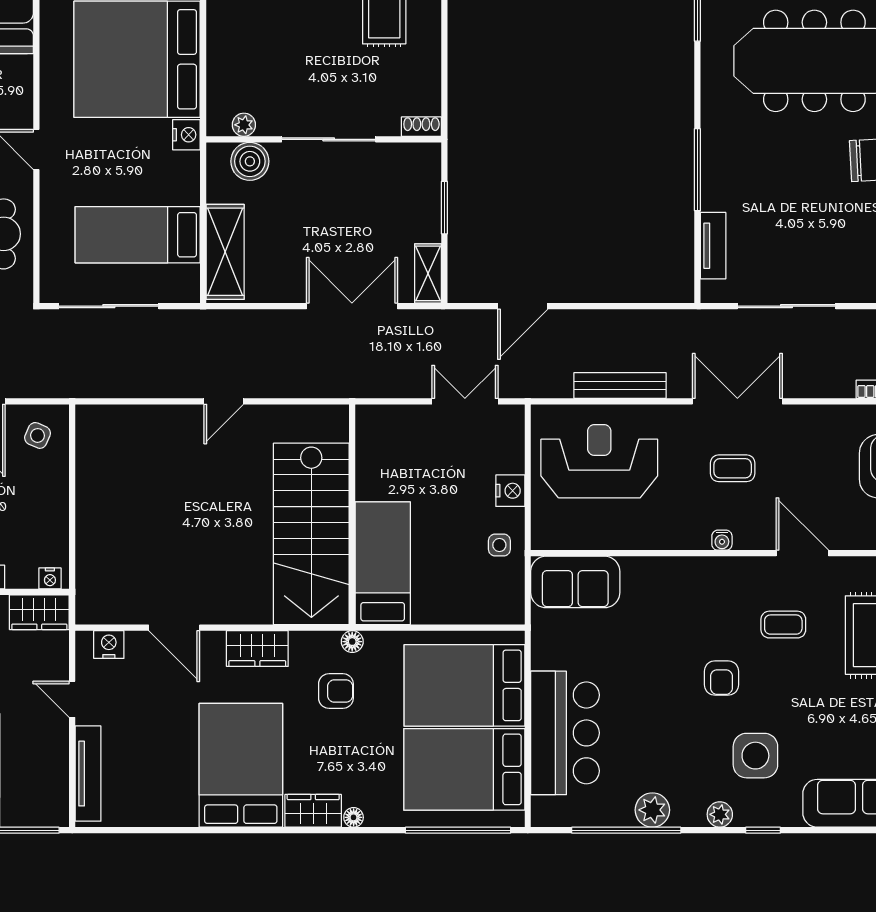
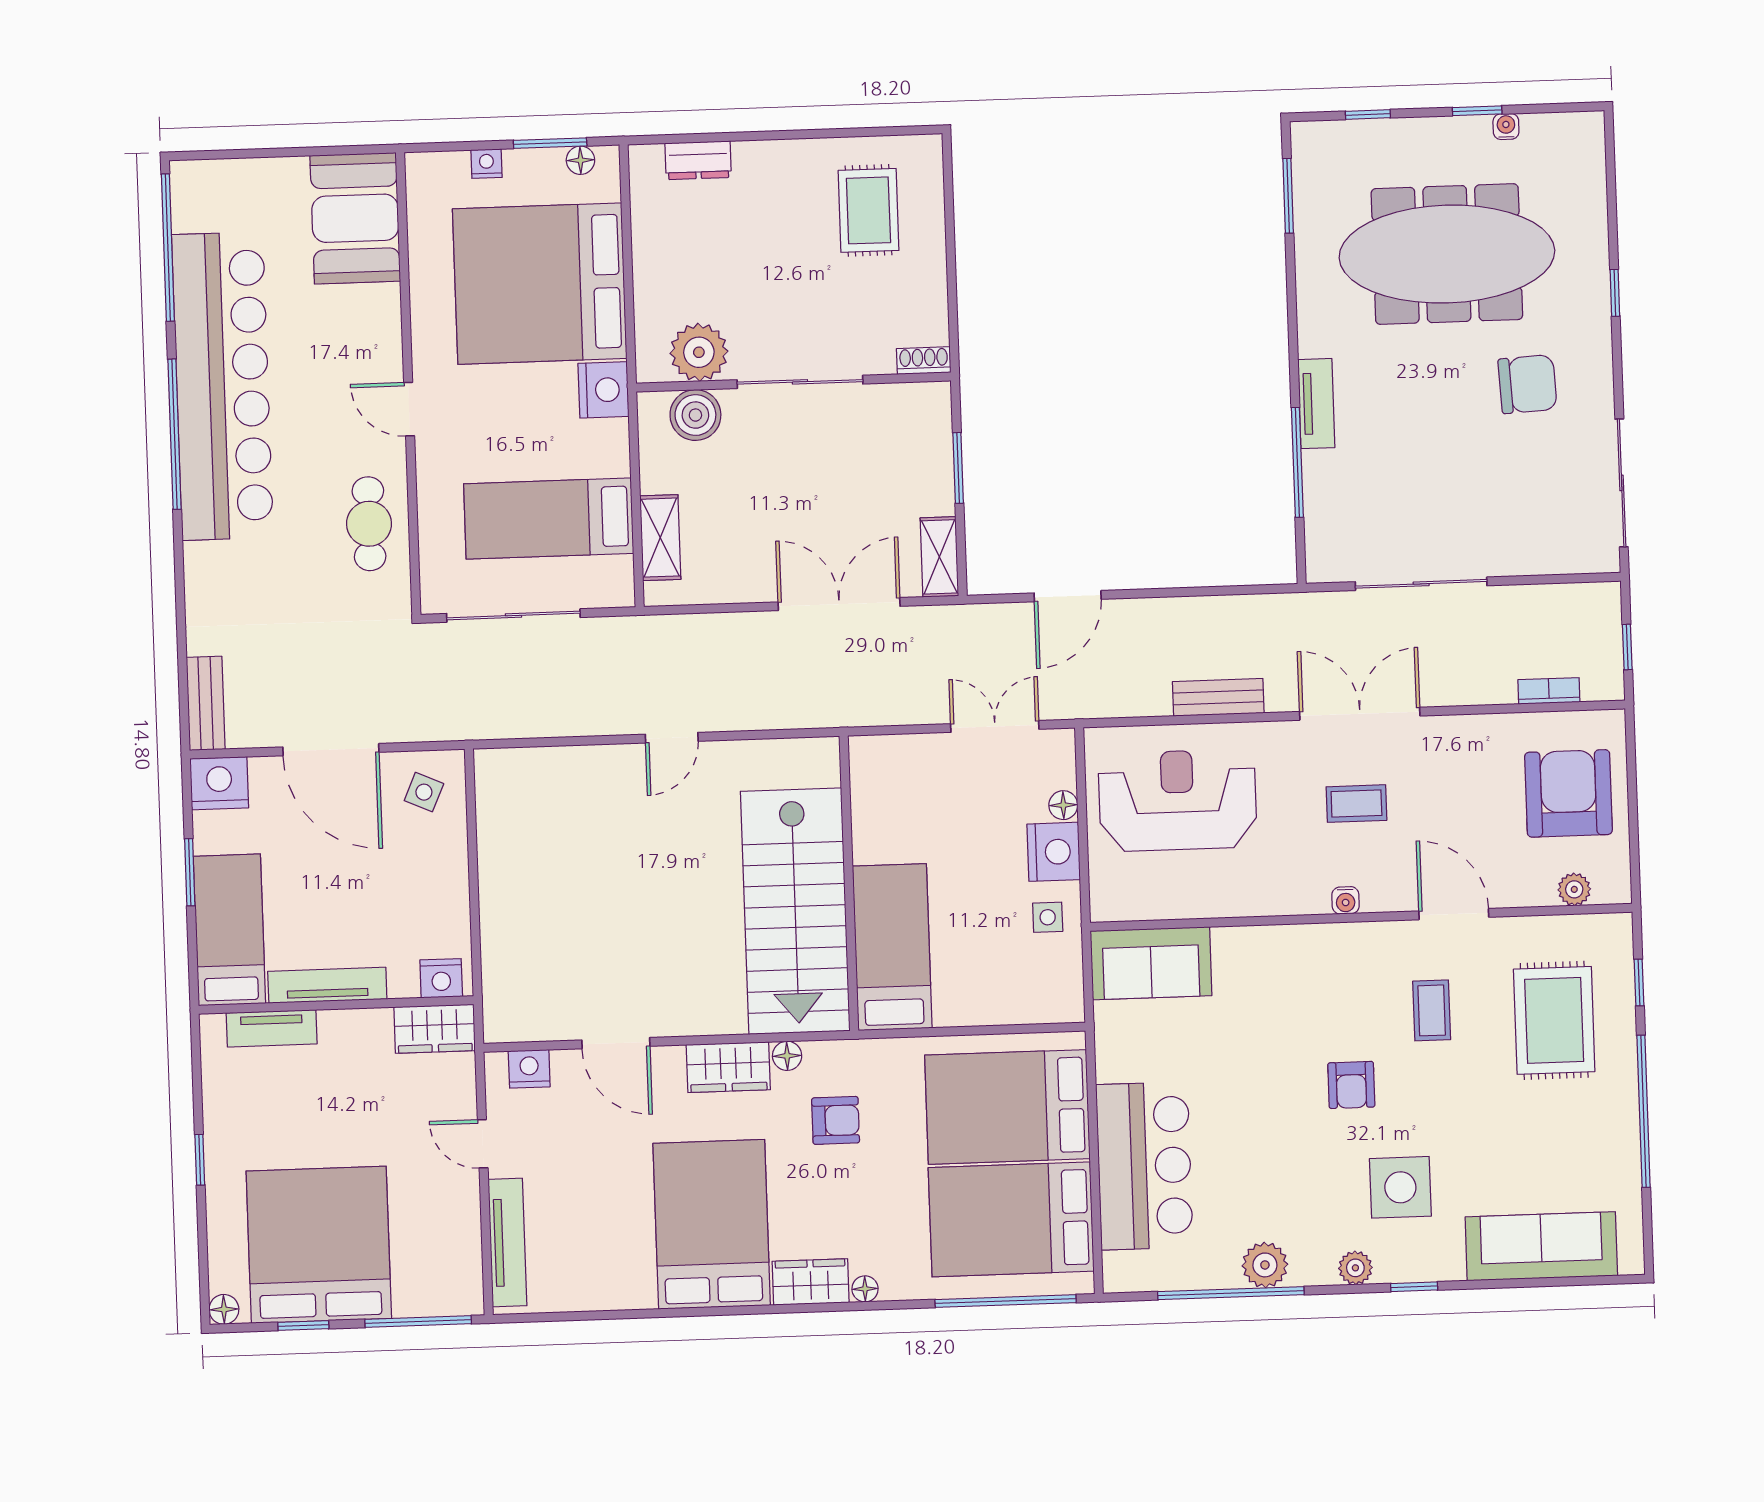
plant: (244, 125) -> (699, 352), width x1.88, depth x1.88
nightstand: (186, 135) -> (603, 390), width x1.36, depth x1.33
window: (697, 170) -> (1297, 462), moved
tv unit: (713, 246) -> (1316, 404), moved
shelving: (225, 252) -> (660, 538), width x0.67, depth x0.75
bench: (620, 385) -> (1218, 697), width x0.73
floor lamp: (514, 462) -> (1063, 805), added
nightstand: (510, 491) -> (1054, 852), width x1.36, depth x1.33
nightstand: (50, 578) -> (441, 978), width x1.39, depth x1.35
coffee table: (783, 625) -> (1432, 1010), turned 90
floor lamp: (352, 642) -> (787, 1056), moved

